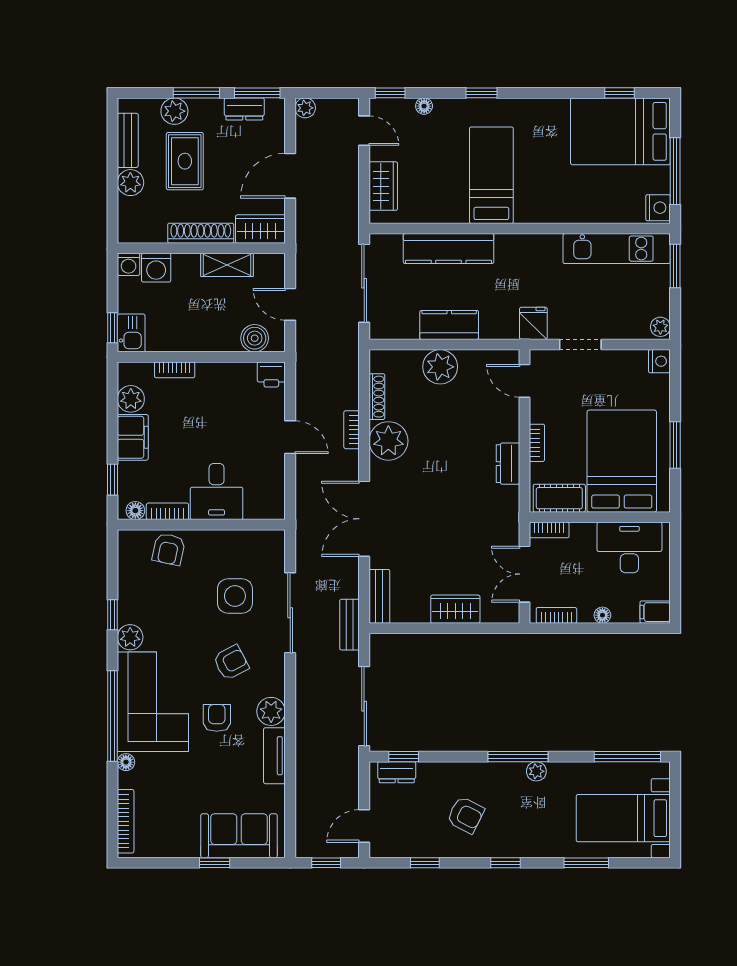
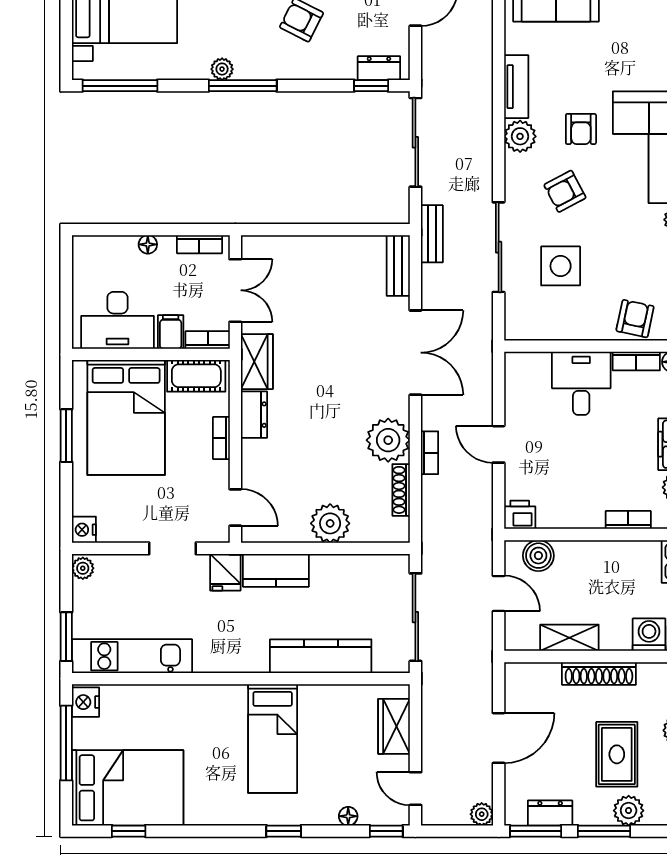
wardrobe: (260, 229) -> (532, 678), removed
kitchen counter: (449, 325) -> (276, 570), moved
wardrobe: (455, 609) -> (257, 362), moved, turned -90
filing cabinet: (655, 612) -> (171, 332), moved, turned -90

